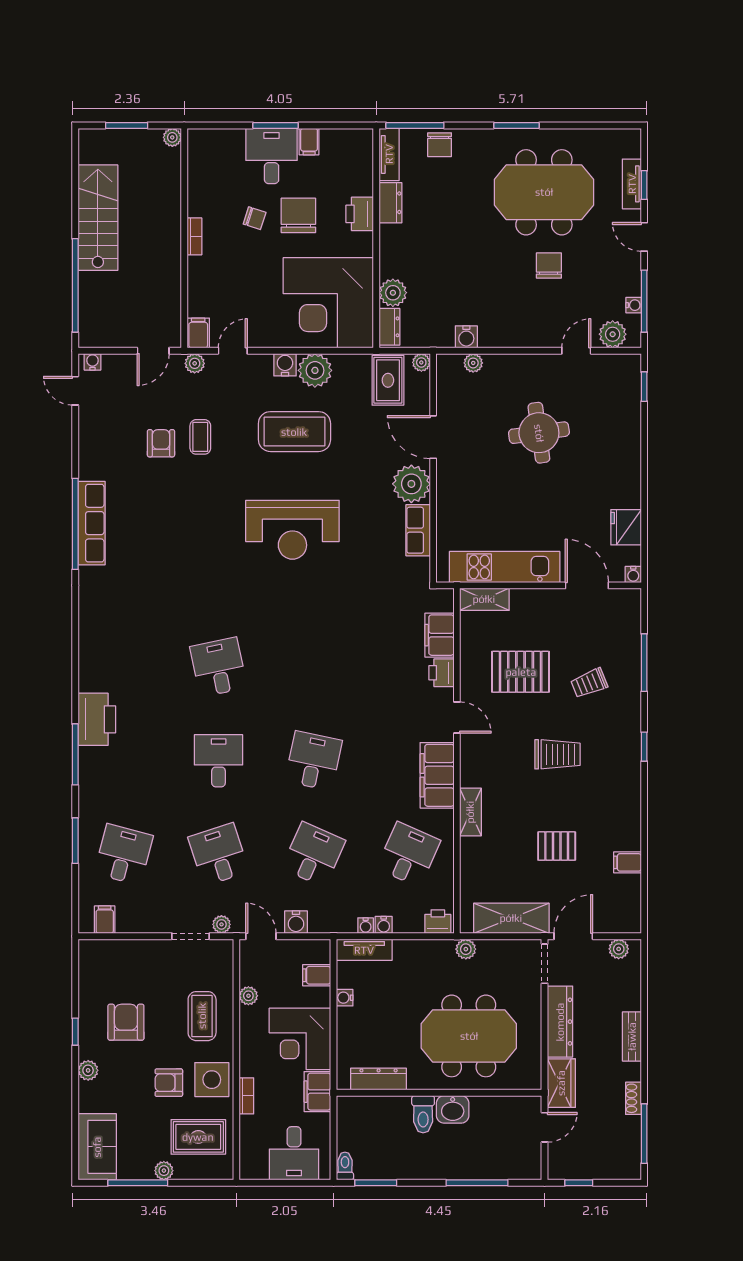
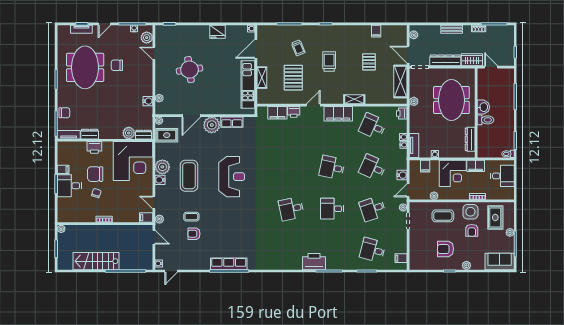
fridge: (626, 527) -> (217, 32), moved
shelving: (484, 599) -> (262, 78), moved

